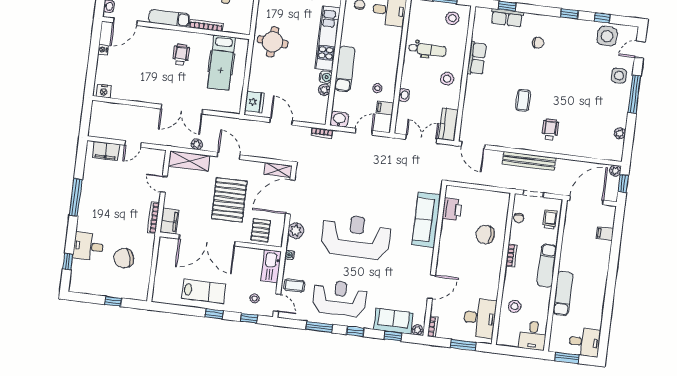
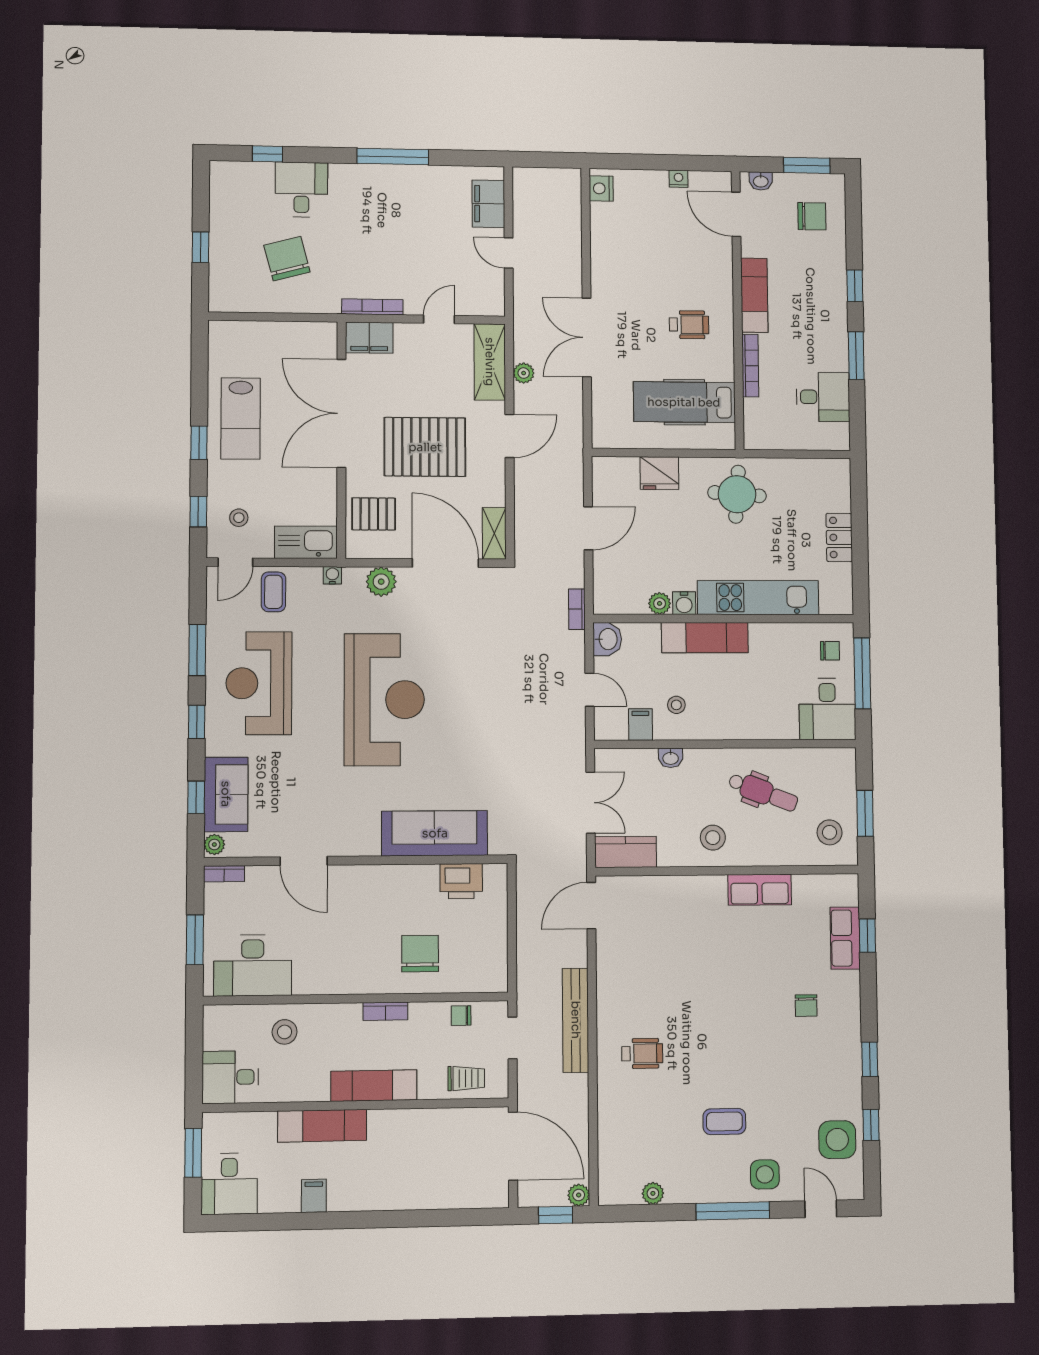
dental chair: (428, 50) -> (763, 792), turned -69
coffee table: (523, 100) -> (724, 1122), moved
fridge: (254, 102) -> (659, 473), moved
filing cabinet: (605, 233) -> (314, 1196), moved
reception desk: (340, 298) -> (259, 683), turned 180

